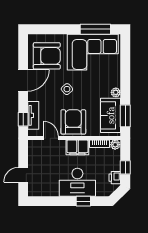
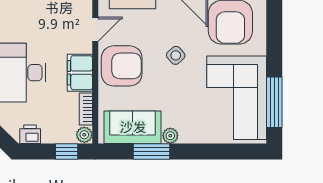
window: (125, 116) -> (151, 151), moved
window: (125, 167) -> (67, 151), moved

